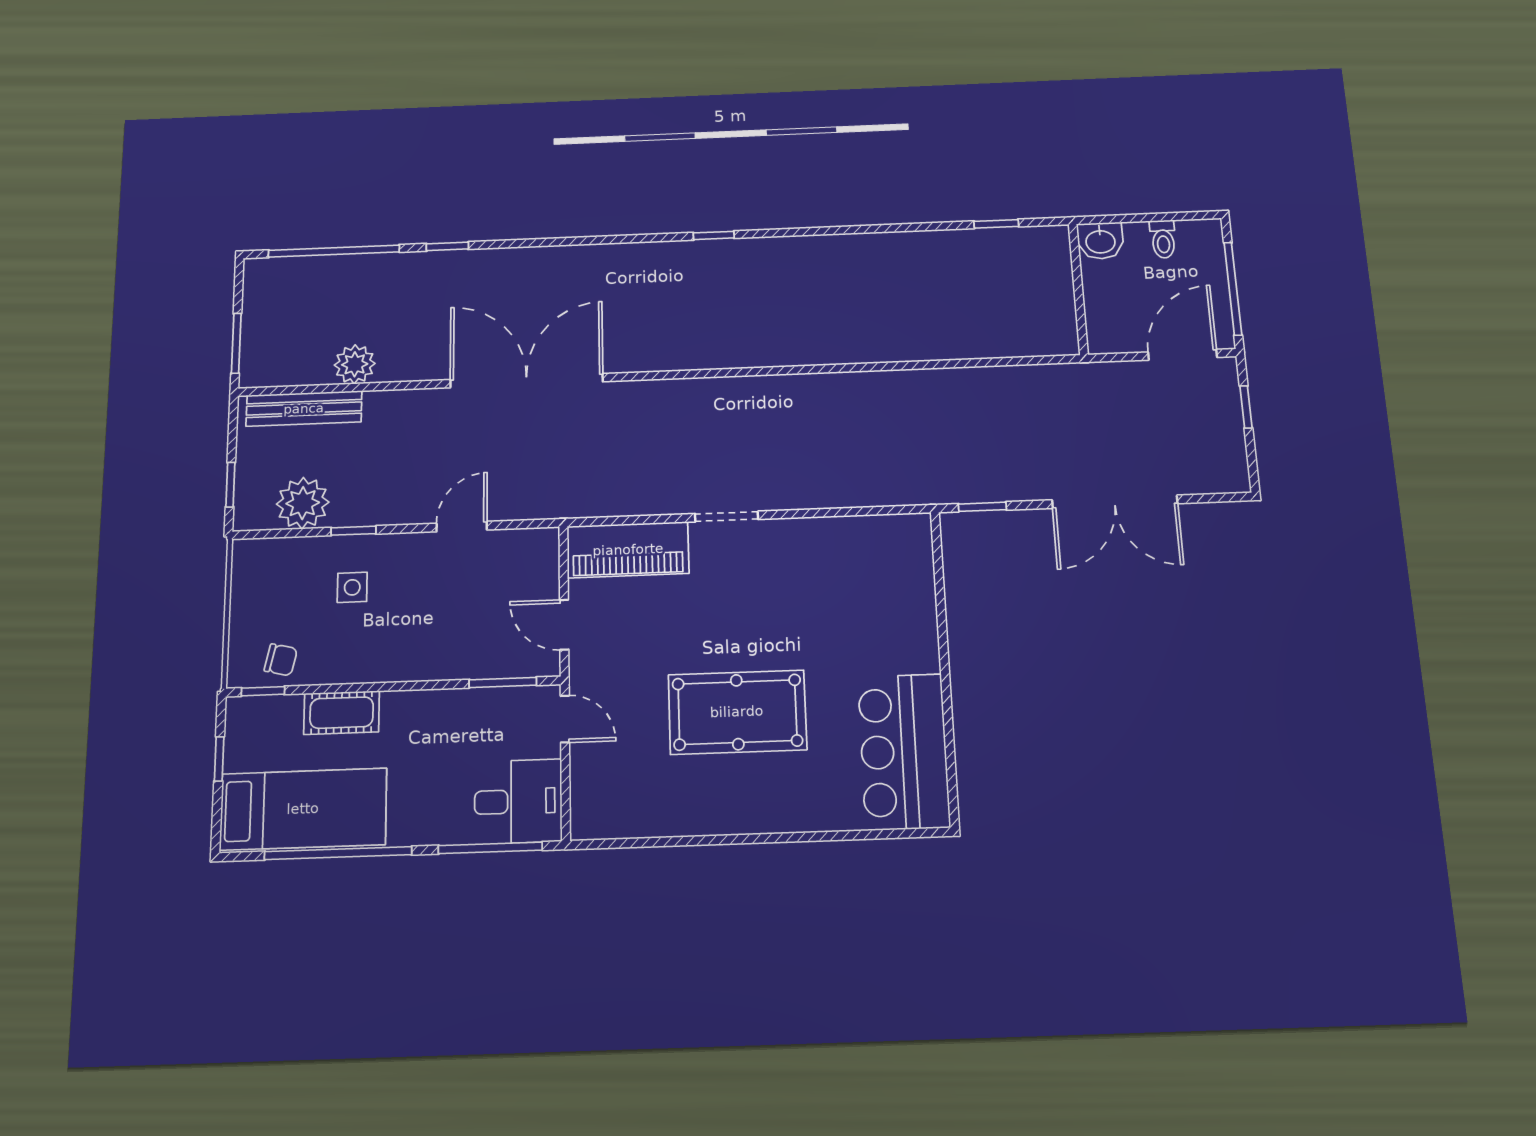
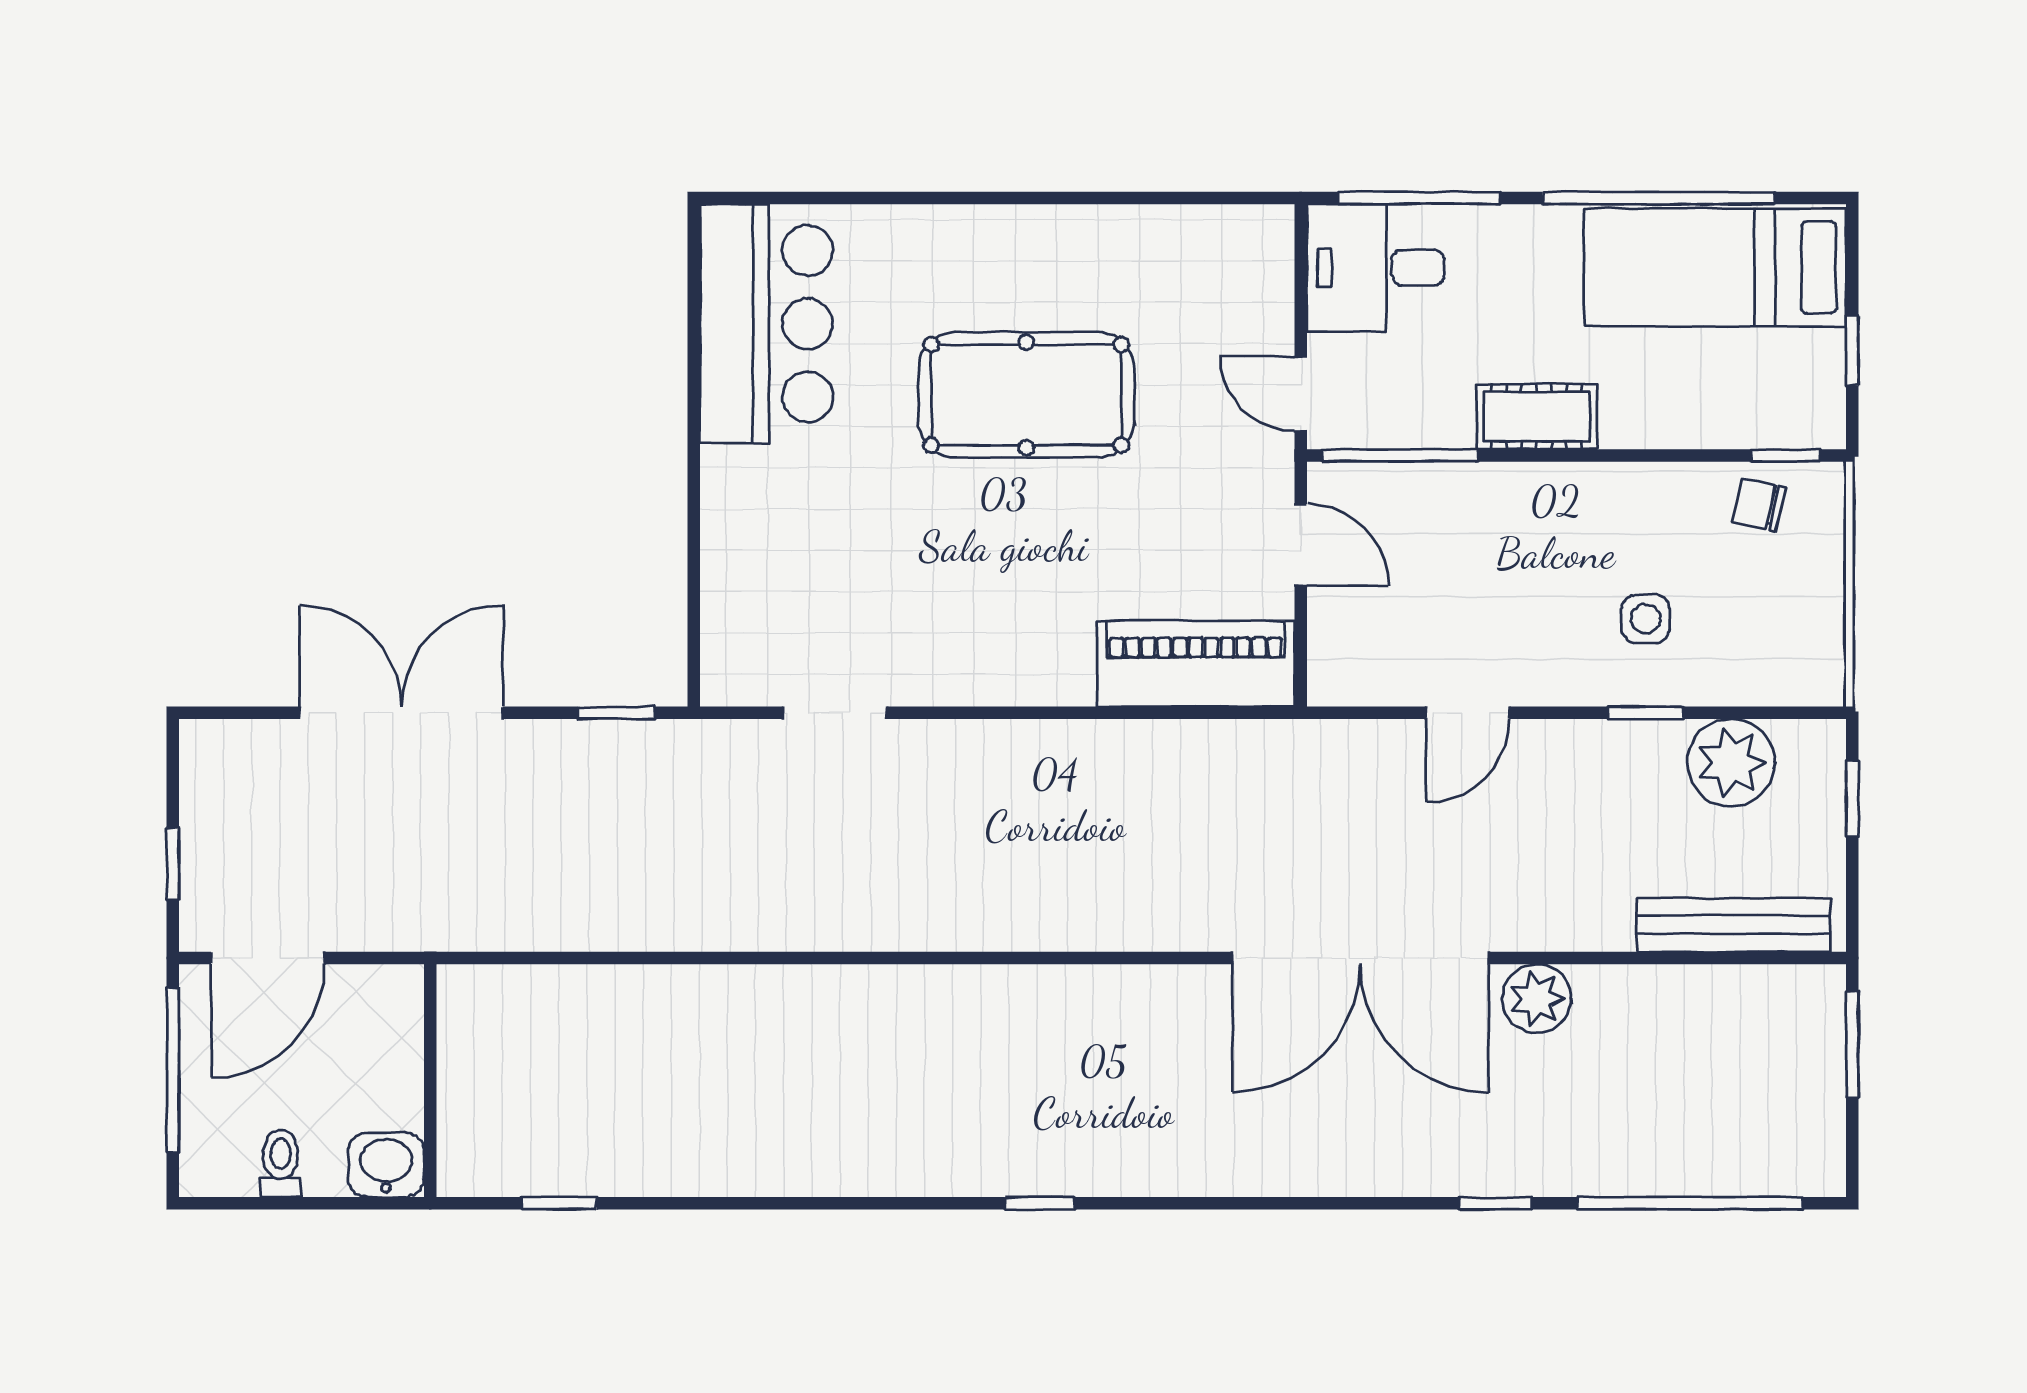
plant: (355, 364) -> (1537, 999), moved
doorway: (727, 517) -> (835, 713), moved
window: (503, 682) -> (1400, 455), width x1.44
cot: (342, 713) -> (1536, 417), moved

